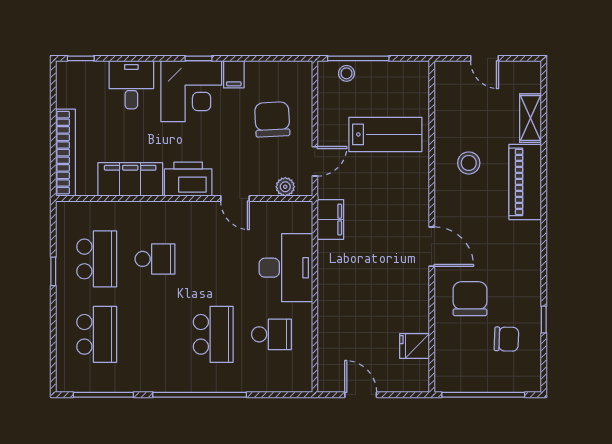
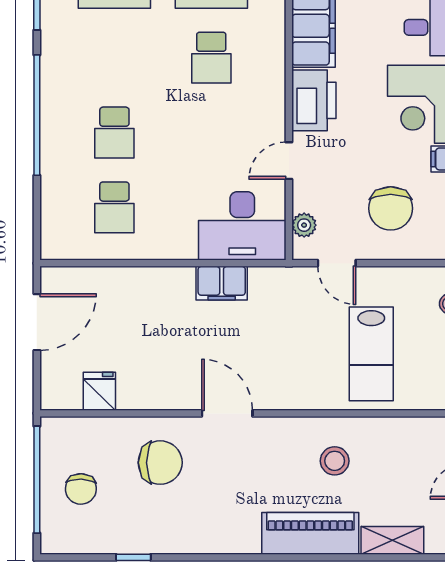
chair: (272, 119) -> (391, 208), turned 93
filing cabinet: (330, 220) -> (222, 283), moved
door: (432, 247) -> (227, 413), swing flipped
desk: (286, 268) -> (242, 226), moved
school desk: (213, 334) -> (114, 133), width x0.54
chair: (507, 339) -> (81, 489), moved
door: (361, 395) -> (37, 322), width x1.38

